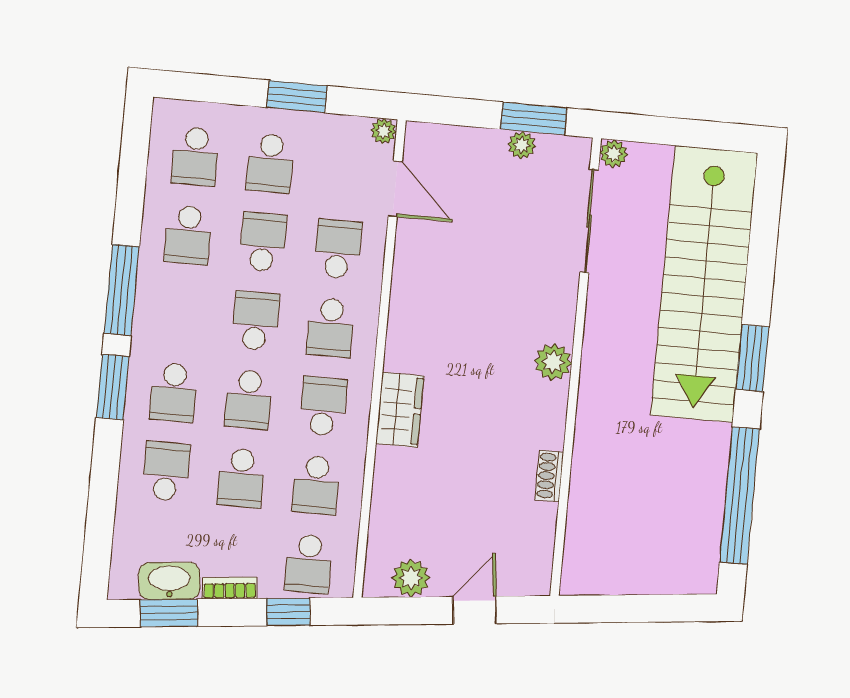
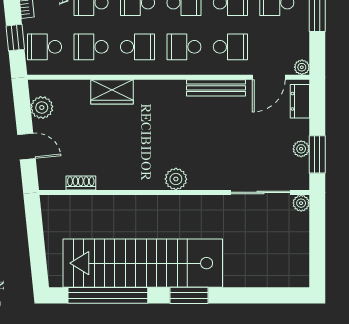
dresser: (441, 140) -> (300, 101), added
bench: (405, 280) -> (216, 88), added
stairs: (704, 284) -> (143, 263), moved
wardrobe: (400, 410) -> (112, 92), moved
shoe rack: (549, 476) -> (81, 183), moved

